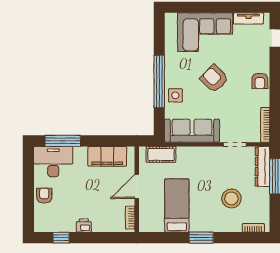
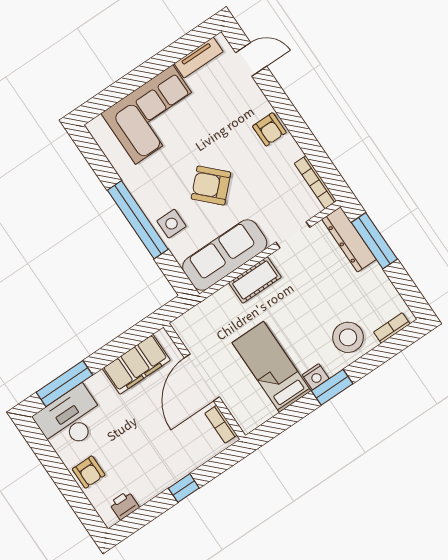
armchair: (214, 79) -> (211, 186), moved
cot: (161, 154) -> (255, 280), moved
door: (137, 186) -> (202, 377), width x1.36
armchair: (44, 196) -> (89, 472), turned 180
stool: (231, 198) -> (348, 337), moved
printer: (84, 226) -> (124, 505), moved
nightstand: (196, 226) -> (316, 377), added
window: (61, 238) -> (184, 488), moved

